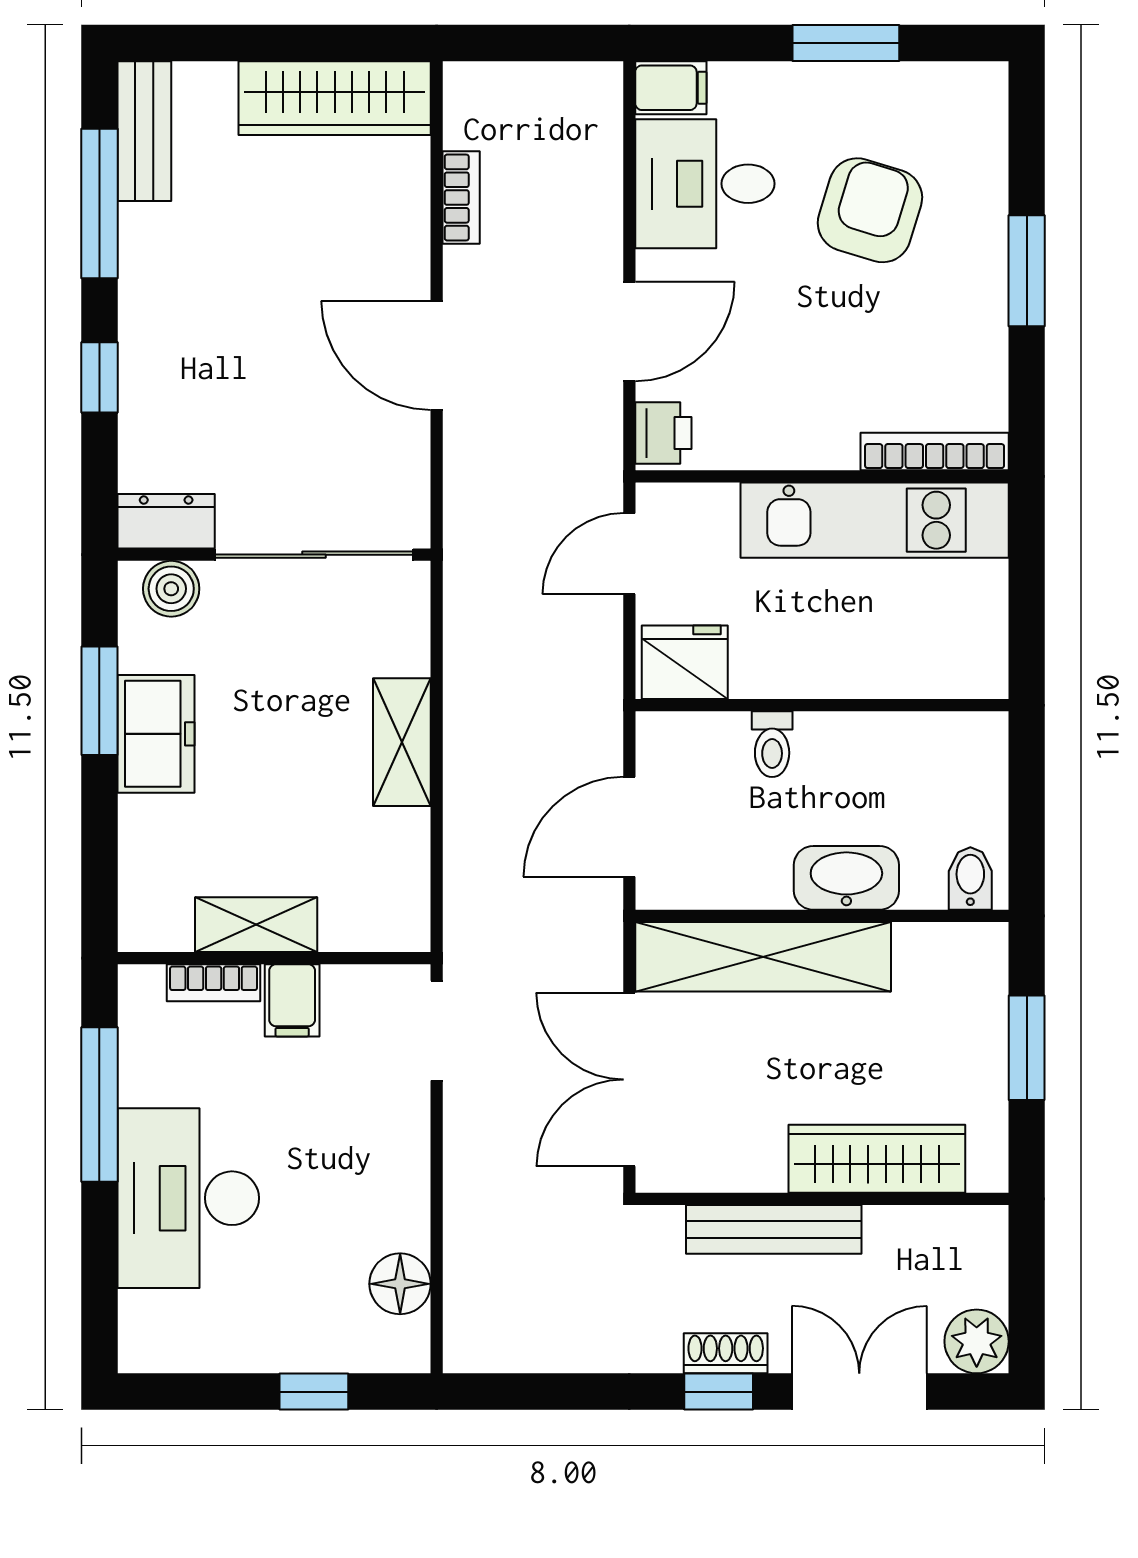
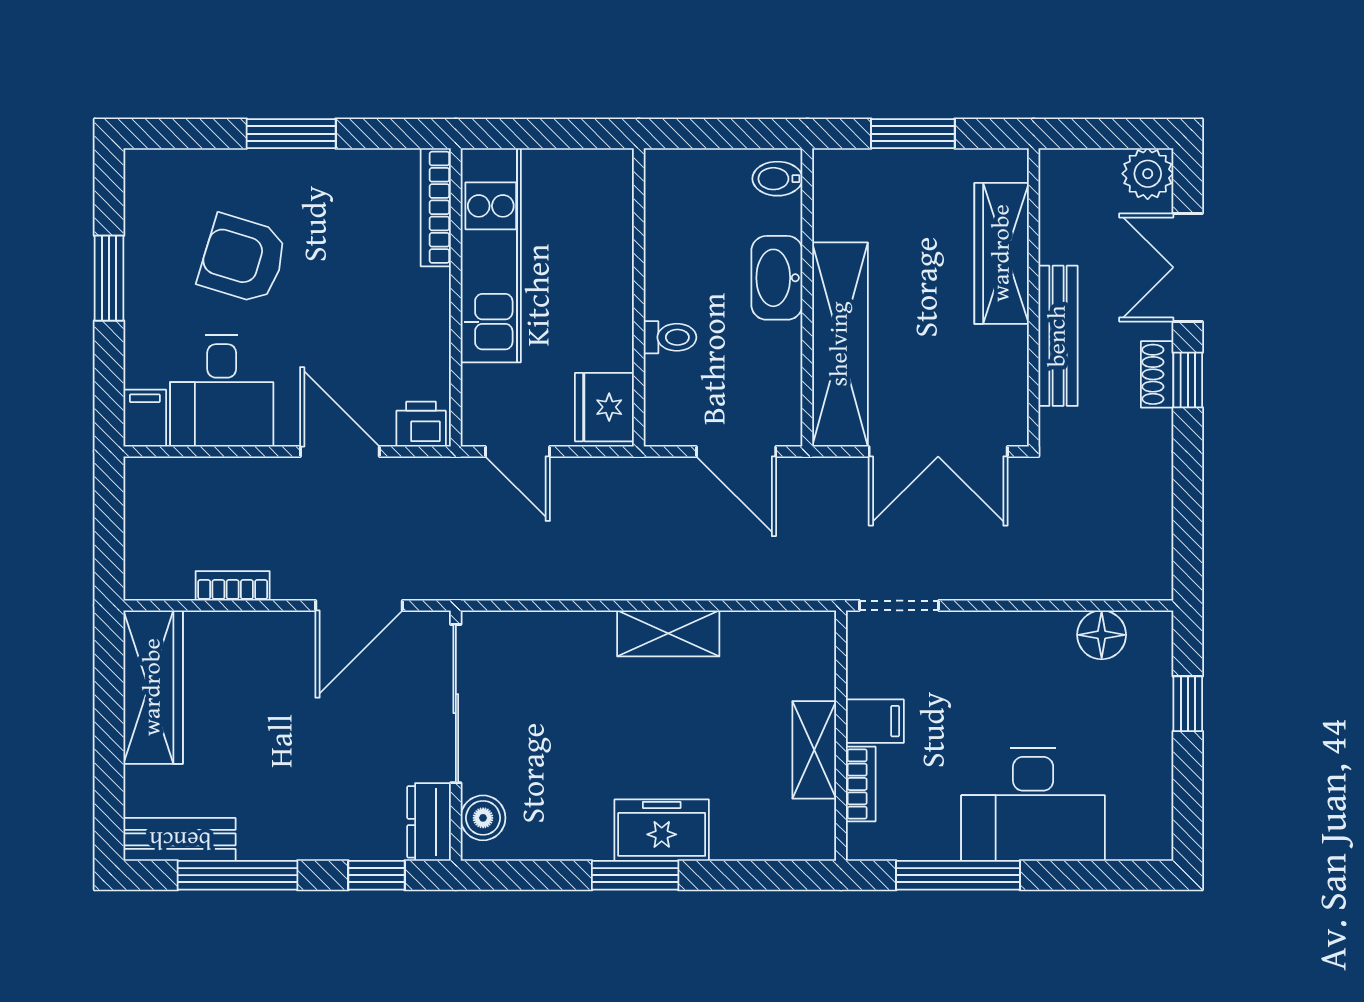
dresser: (166, 521) -> (429, 822), moved
wall: (274, 555) -> (456, 736), moved
sliding door: (314, 555) -> (456, 704), moved
boiler: (171, 589) -> (483, 818), moved

